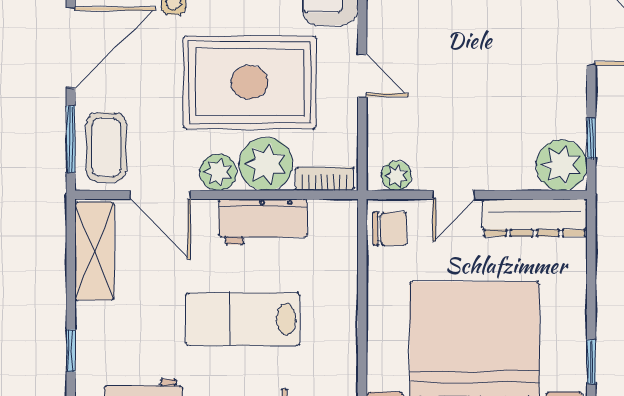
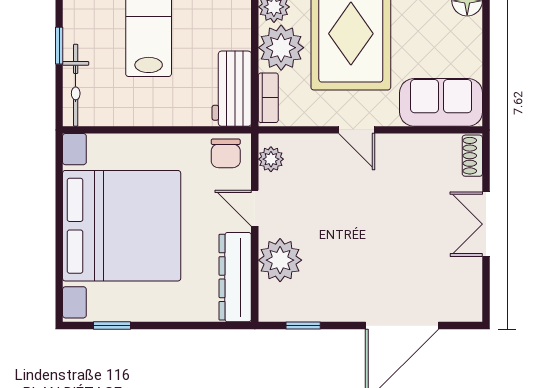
door: (362, 75) -> (357, 130), hinge flipped
plant: (562, 165) -> (280, 260), moved
workbench: (263, 222) -> (232, 89), moved

